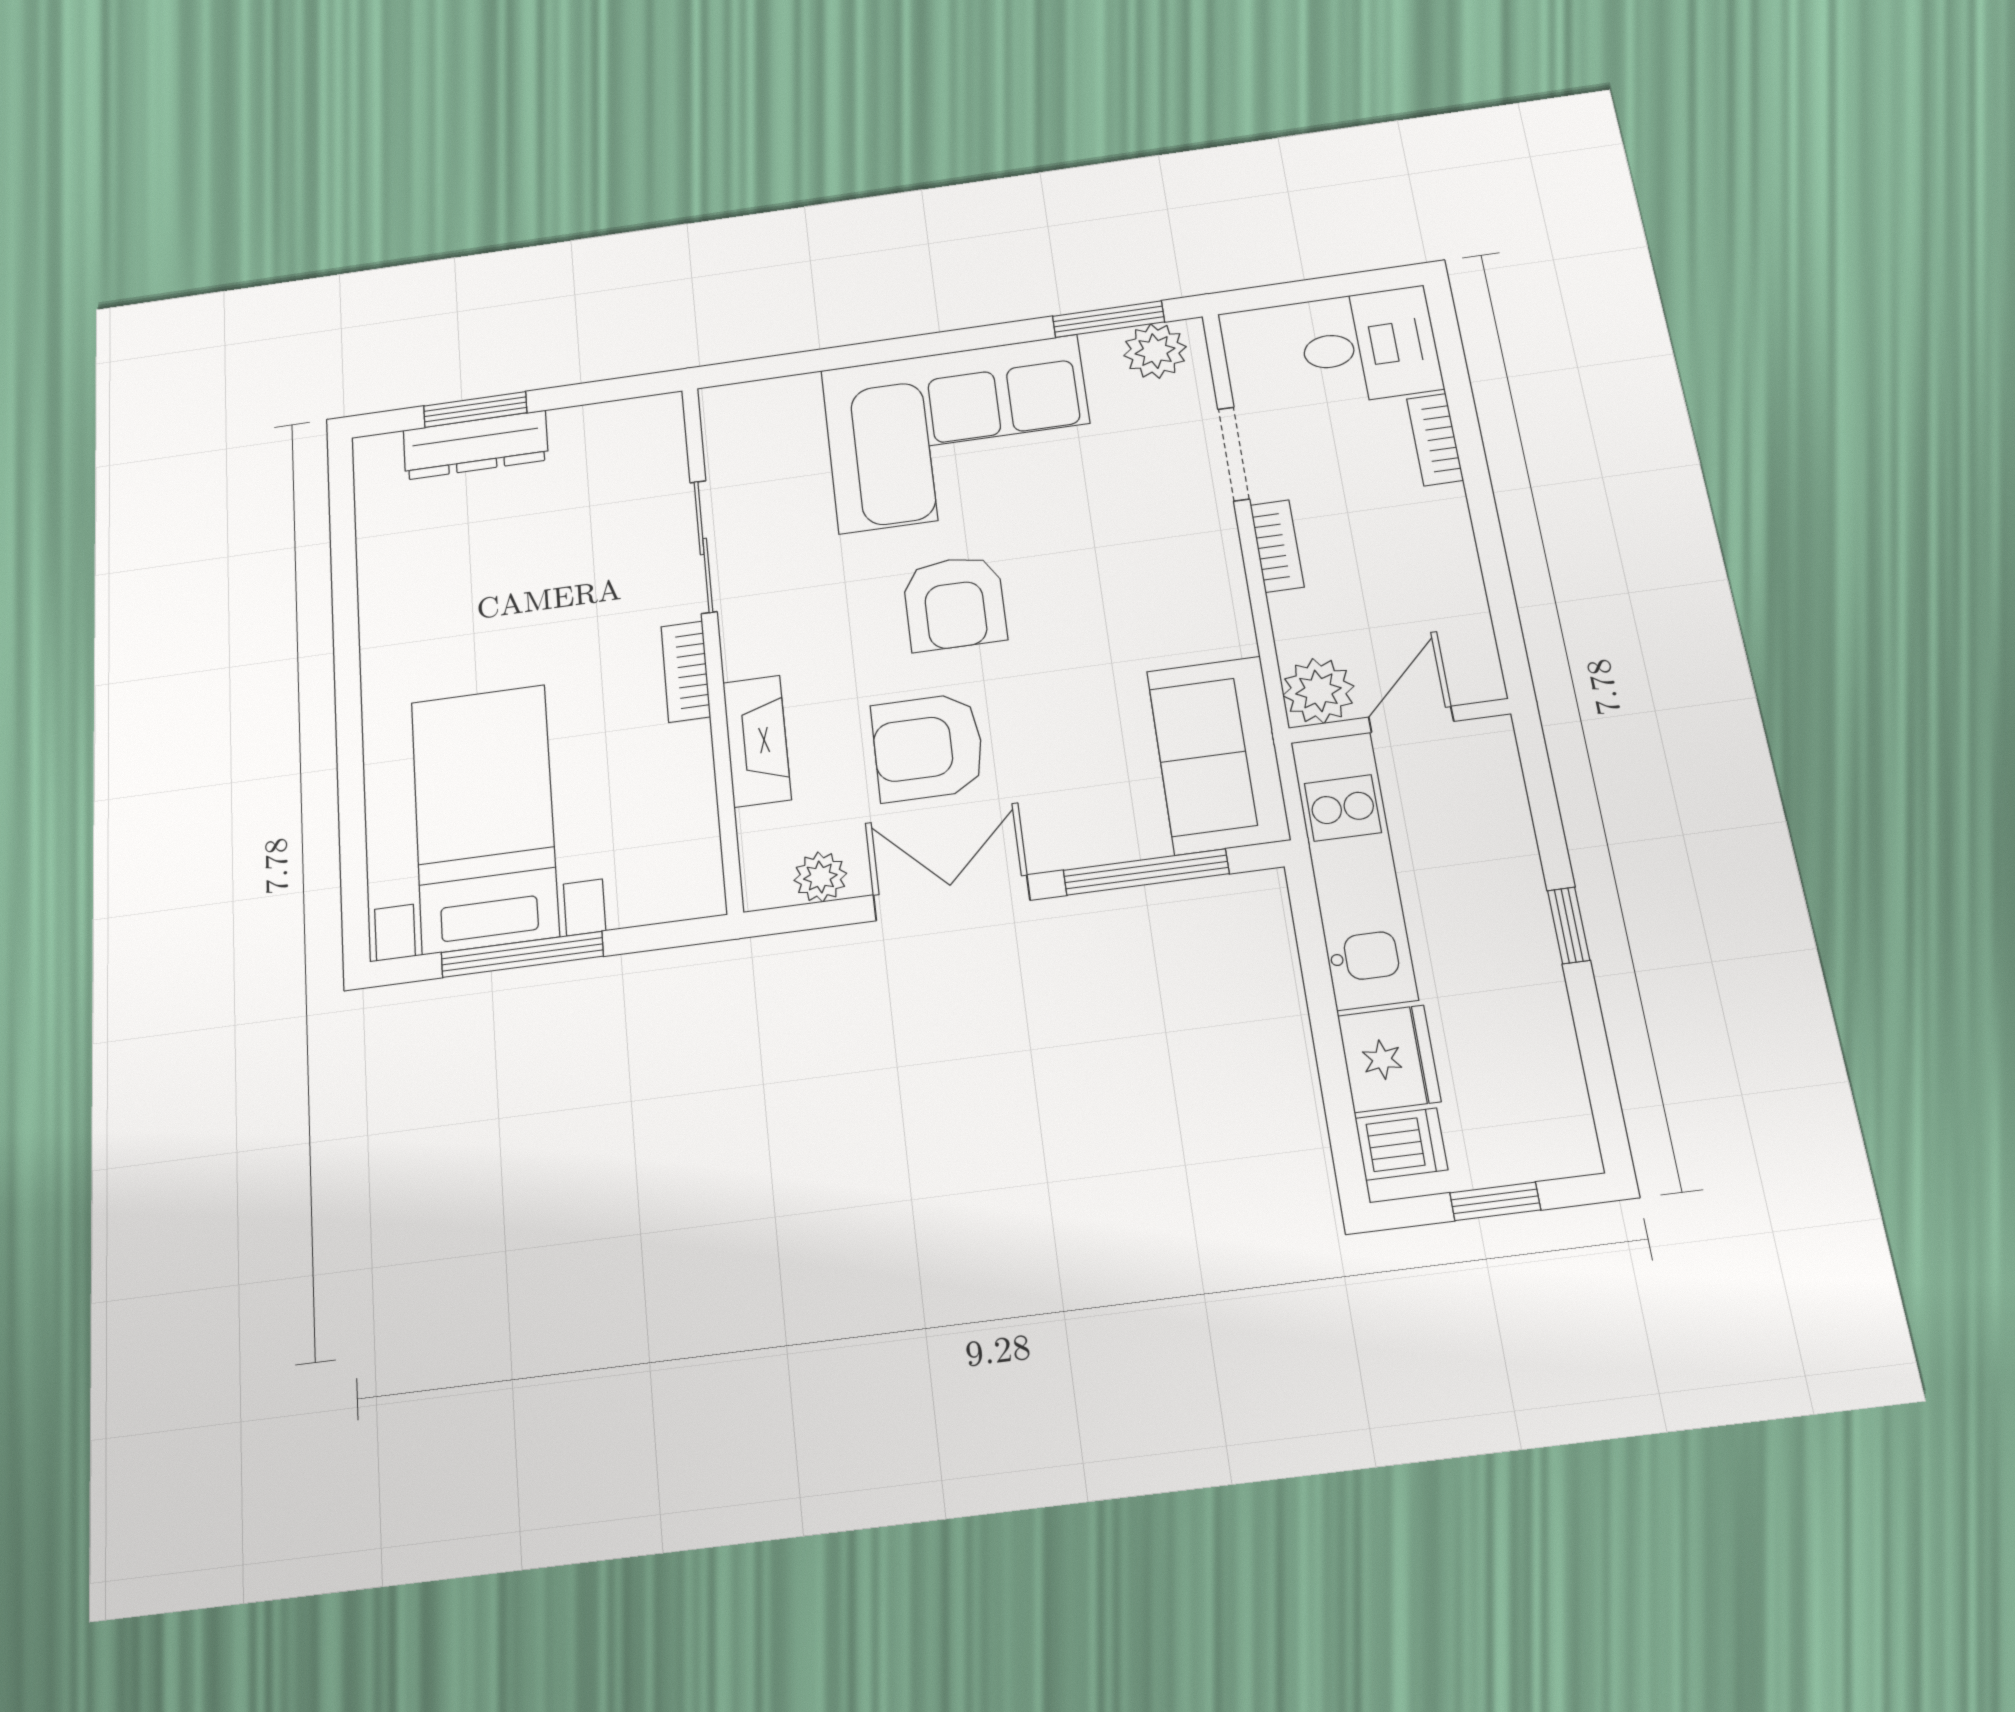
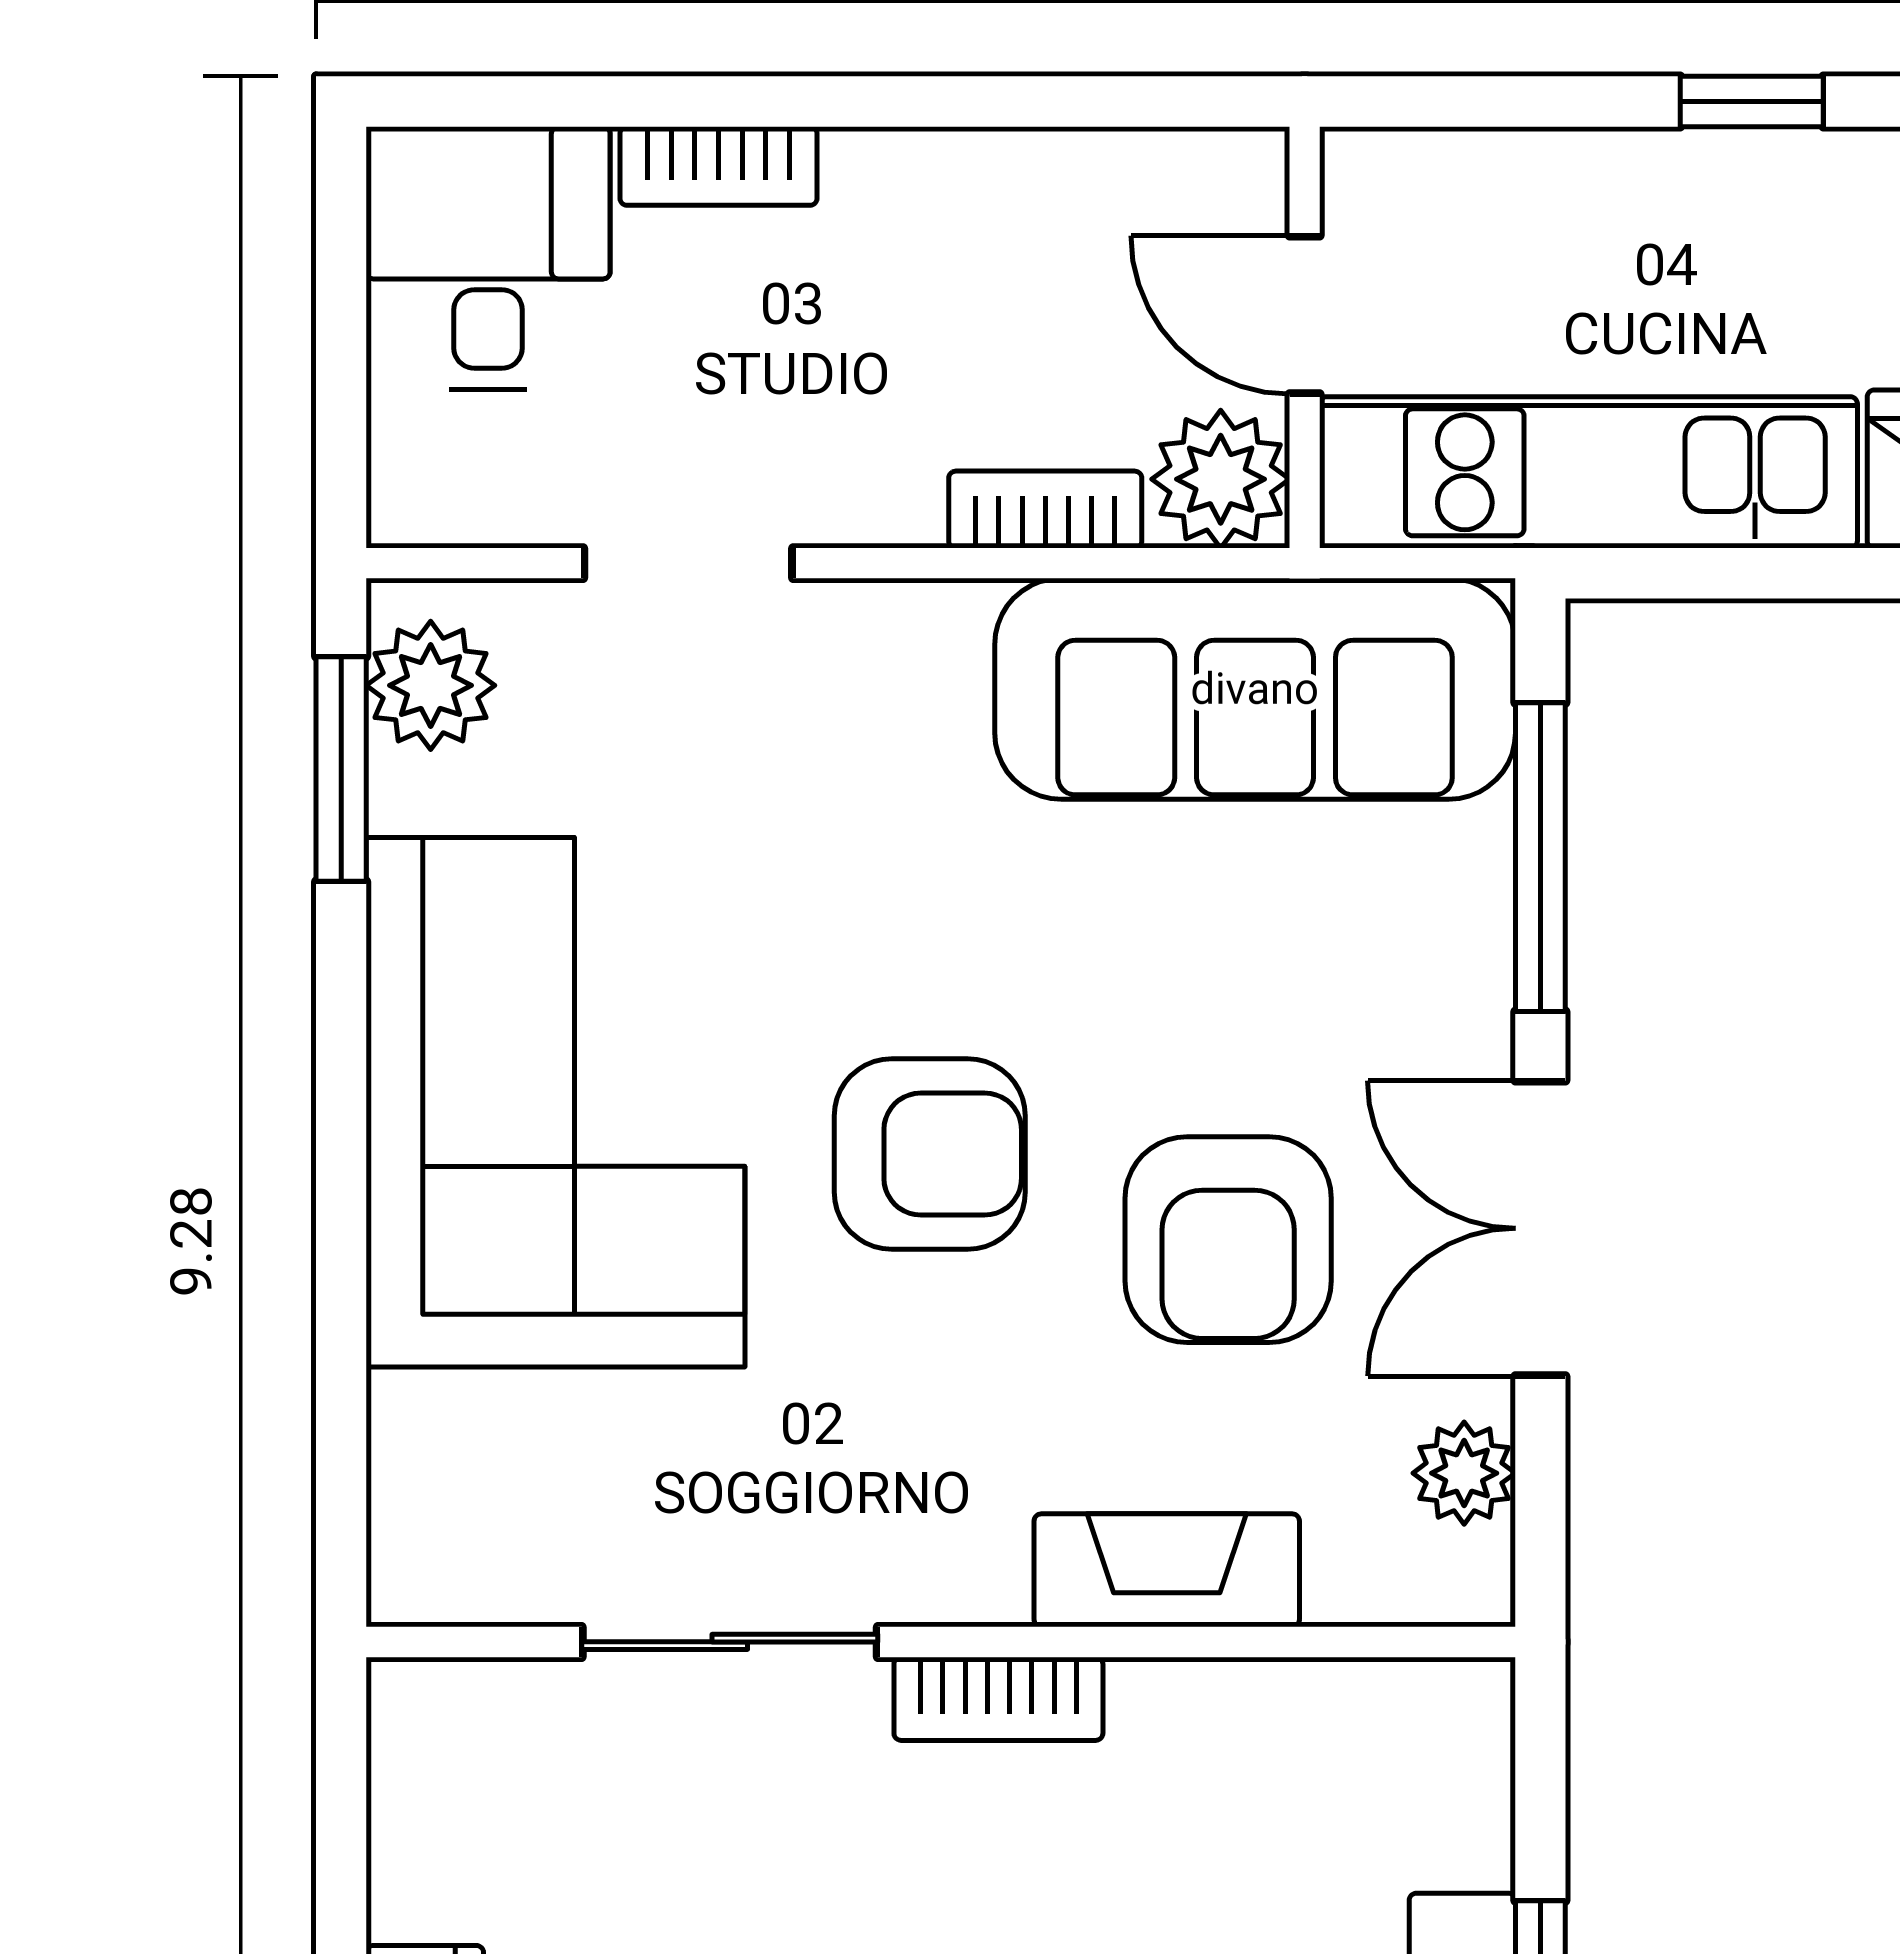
bookcase: (1277, 546) -> (1045, 510), moved
sofa: (1218, 755) -> (1255, 689), width x1.36

